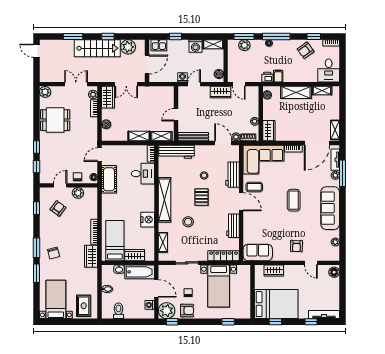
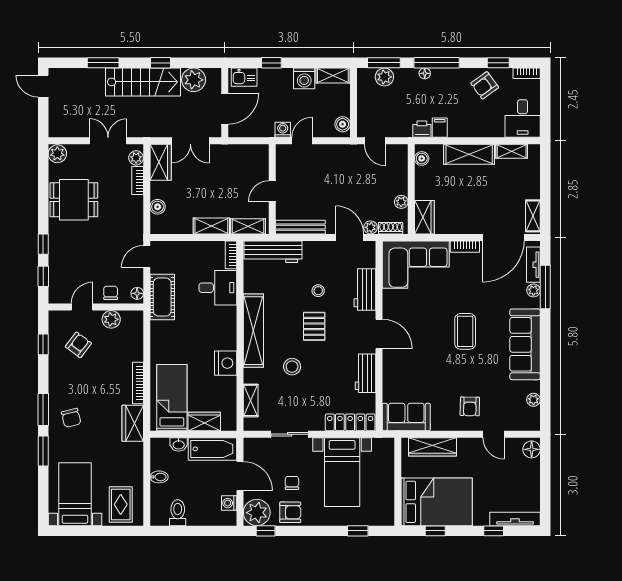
wardrobe: (220, 92) -> (345, 154), removed
coffee table: (254, 187) -> (400, 310), removed
wardrobe: (274, 271) -> (433, 447), width x1.50

